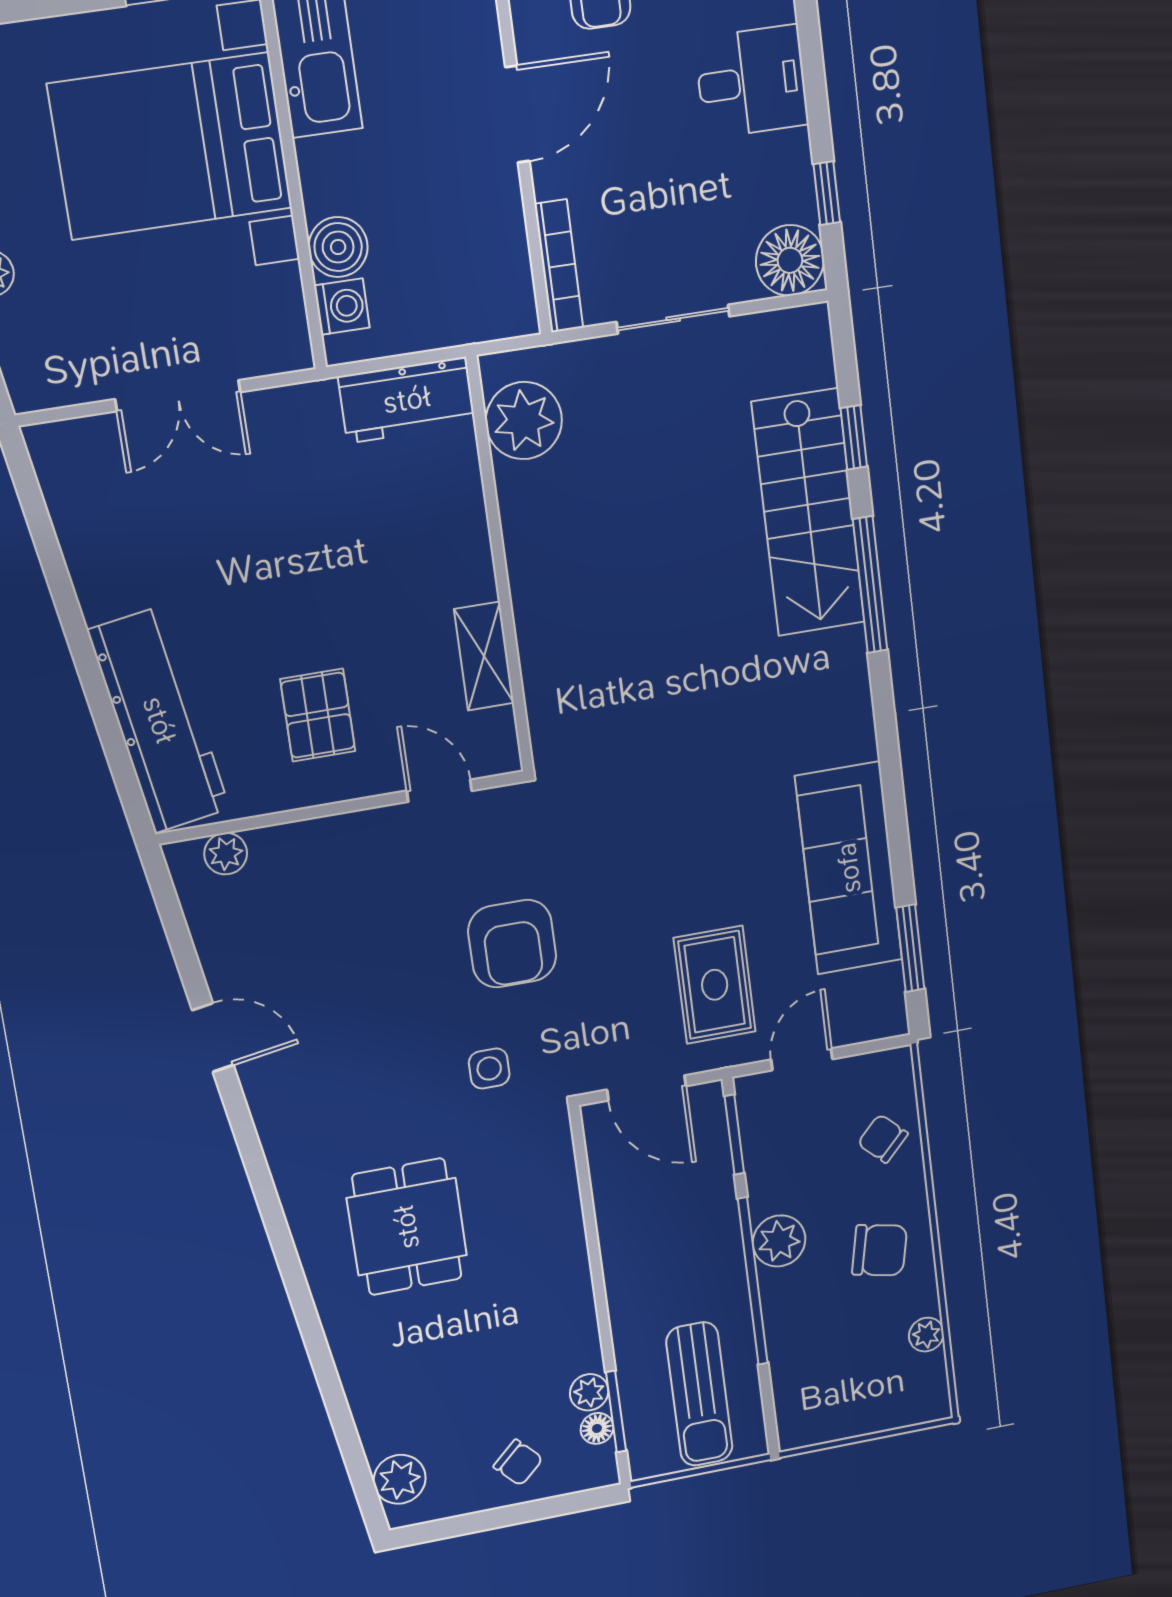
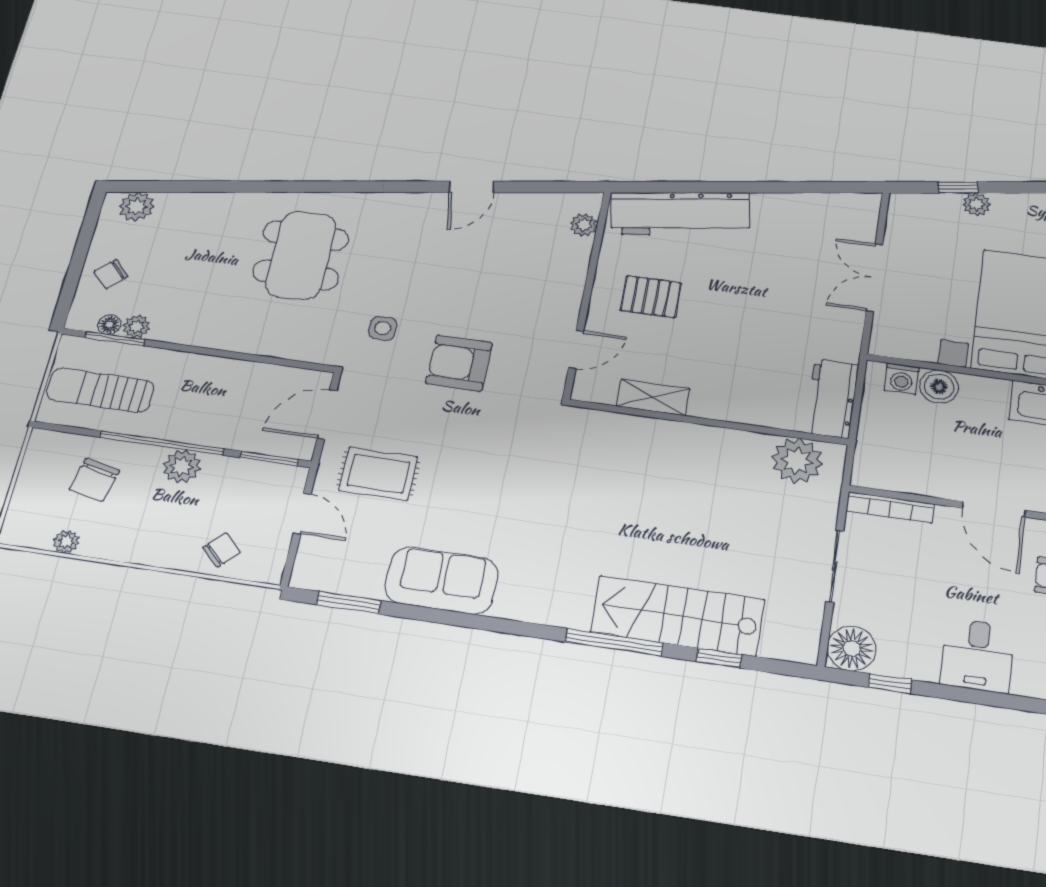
sofa: (849, 868) -> (442, 581), width x0.73
dining table: (407, 1227) -> (301, 255), width x1.38
chair: (880, 1250) -> (94, 480), moved

